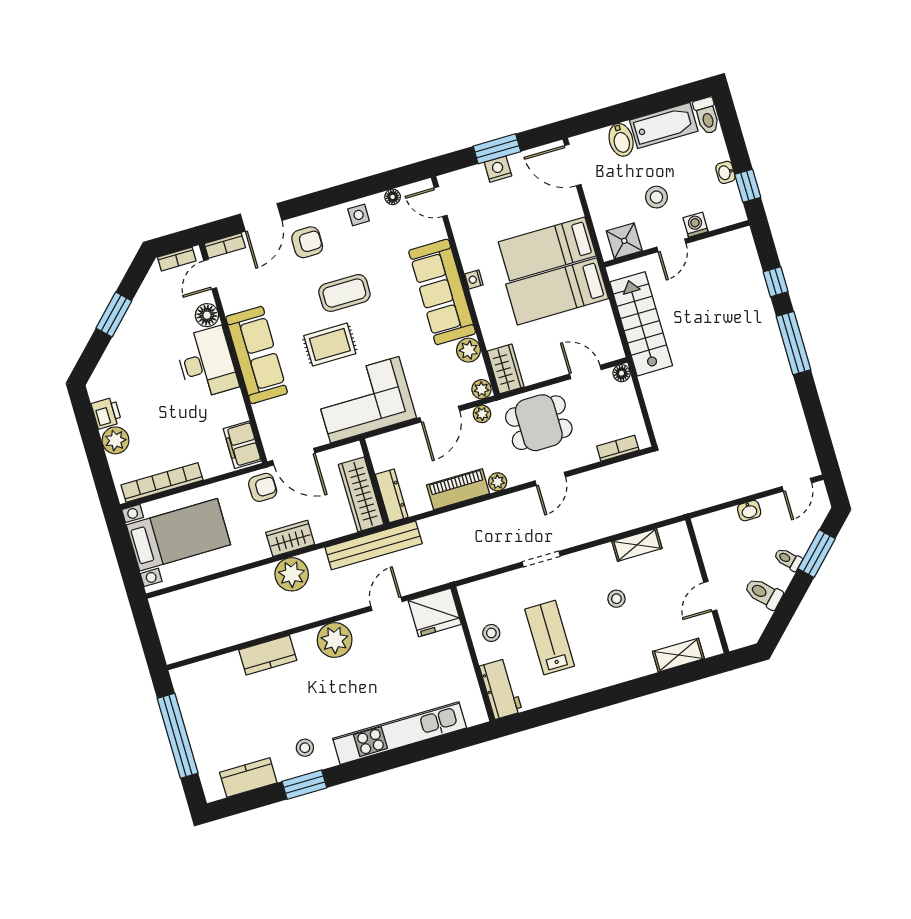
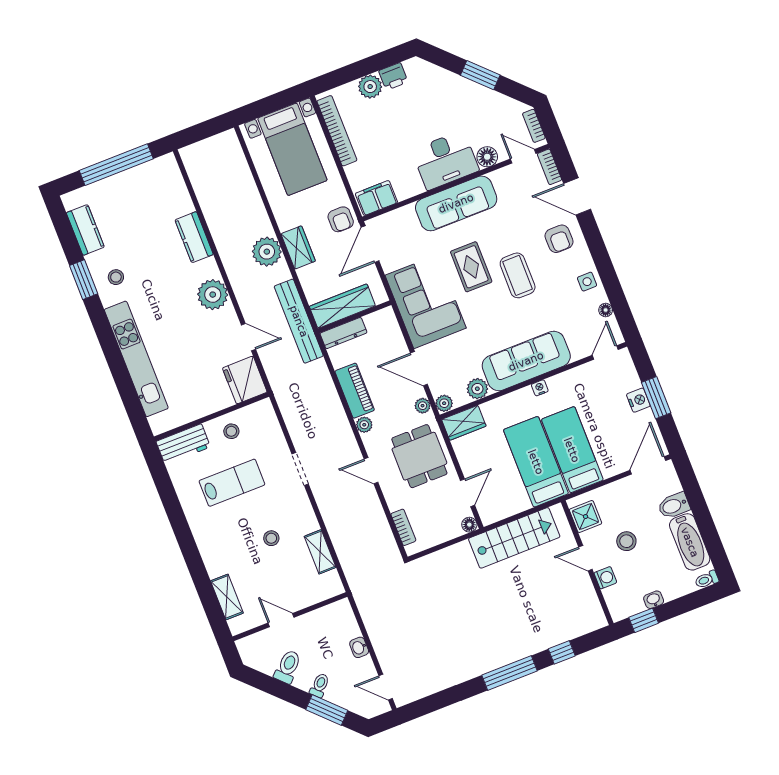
toilet: (707, 116) -> (707, 580), width x0.73, depth x0.72

